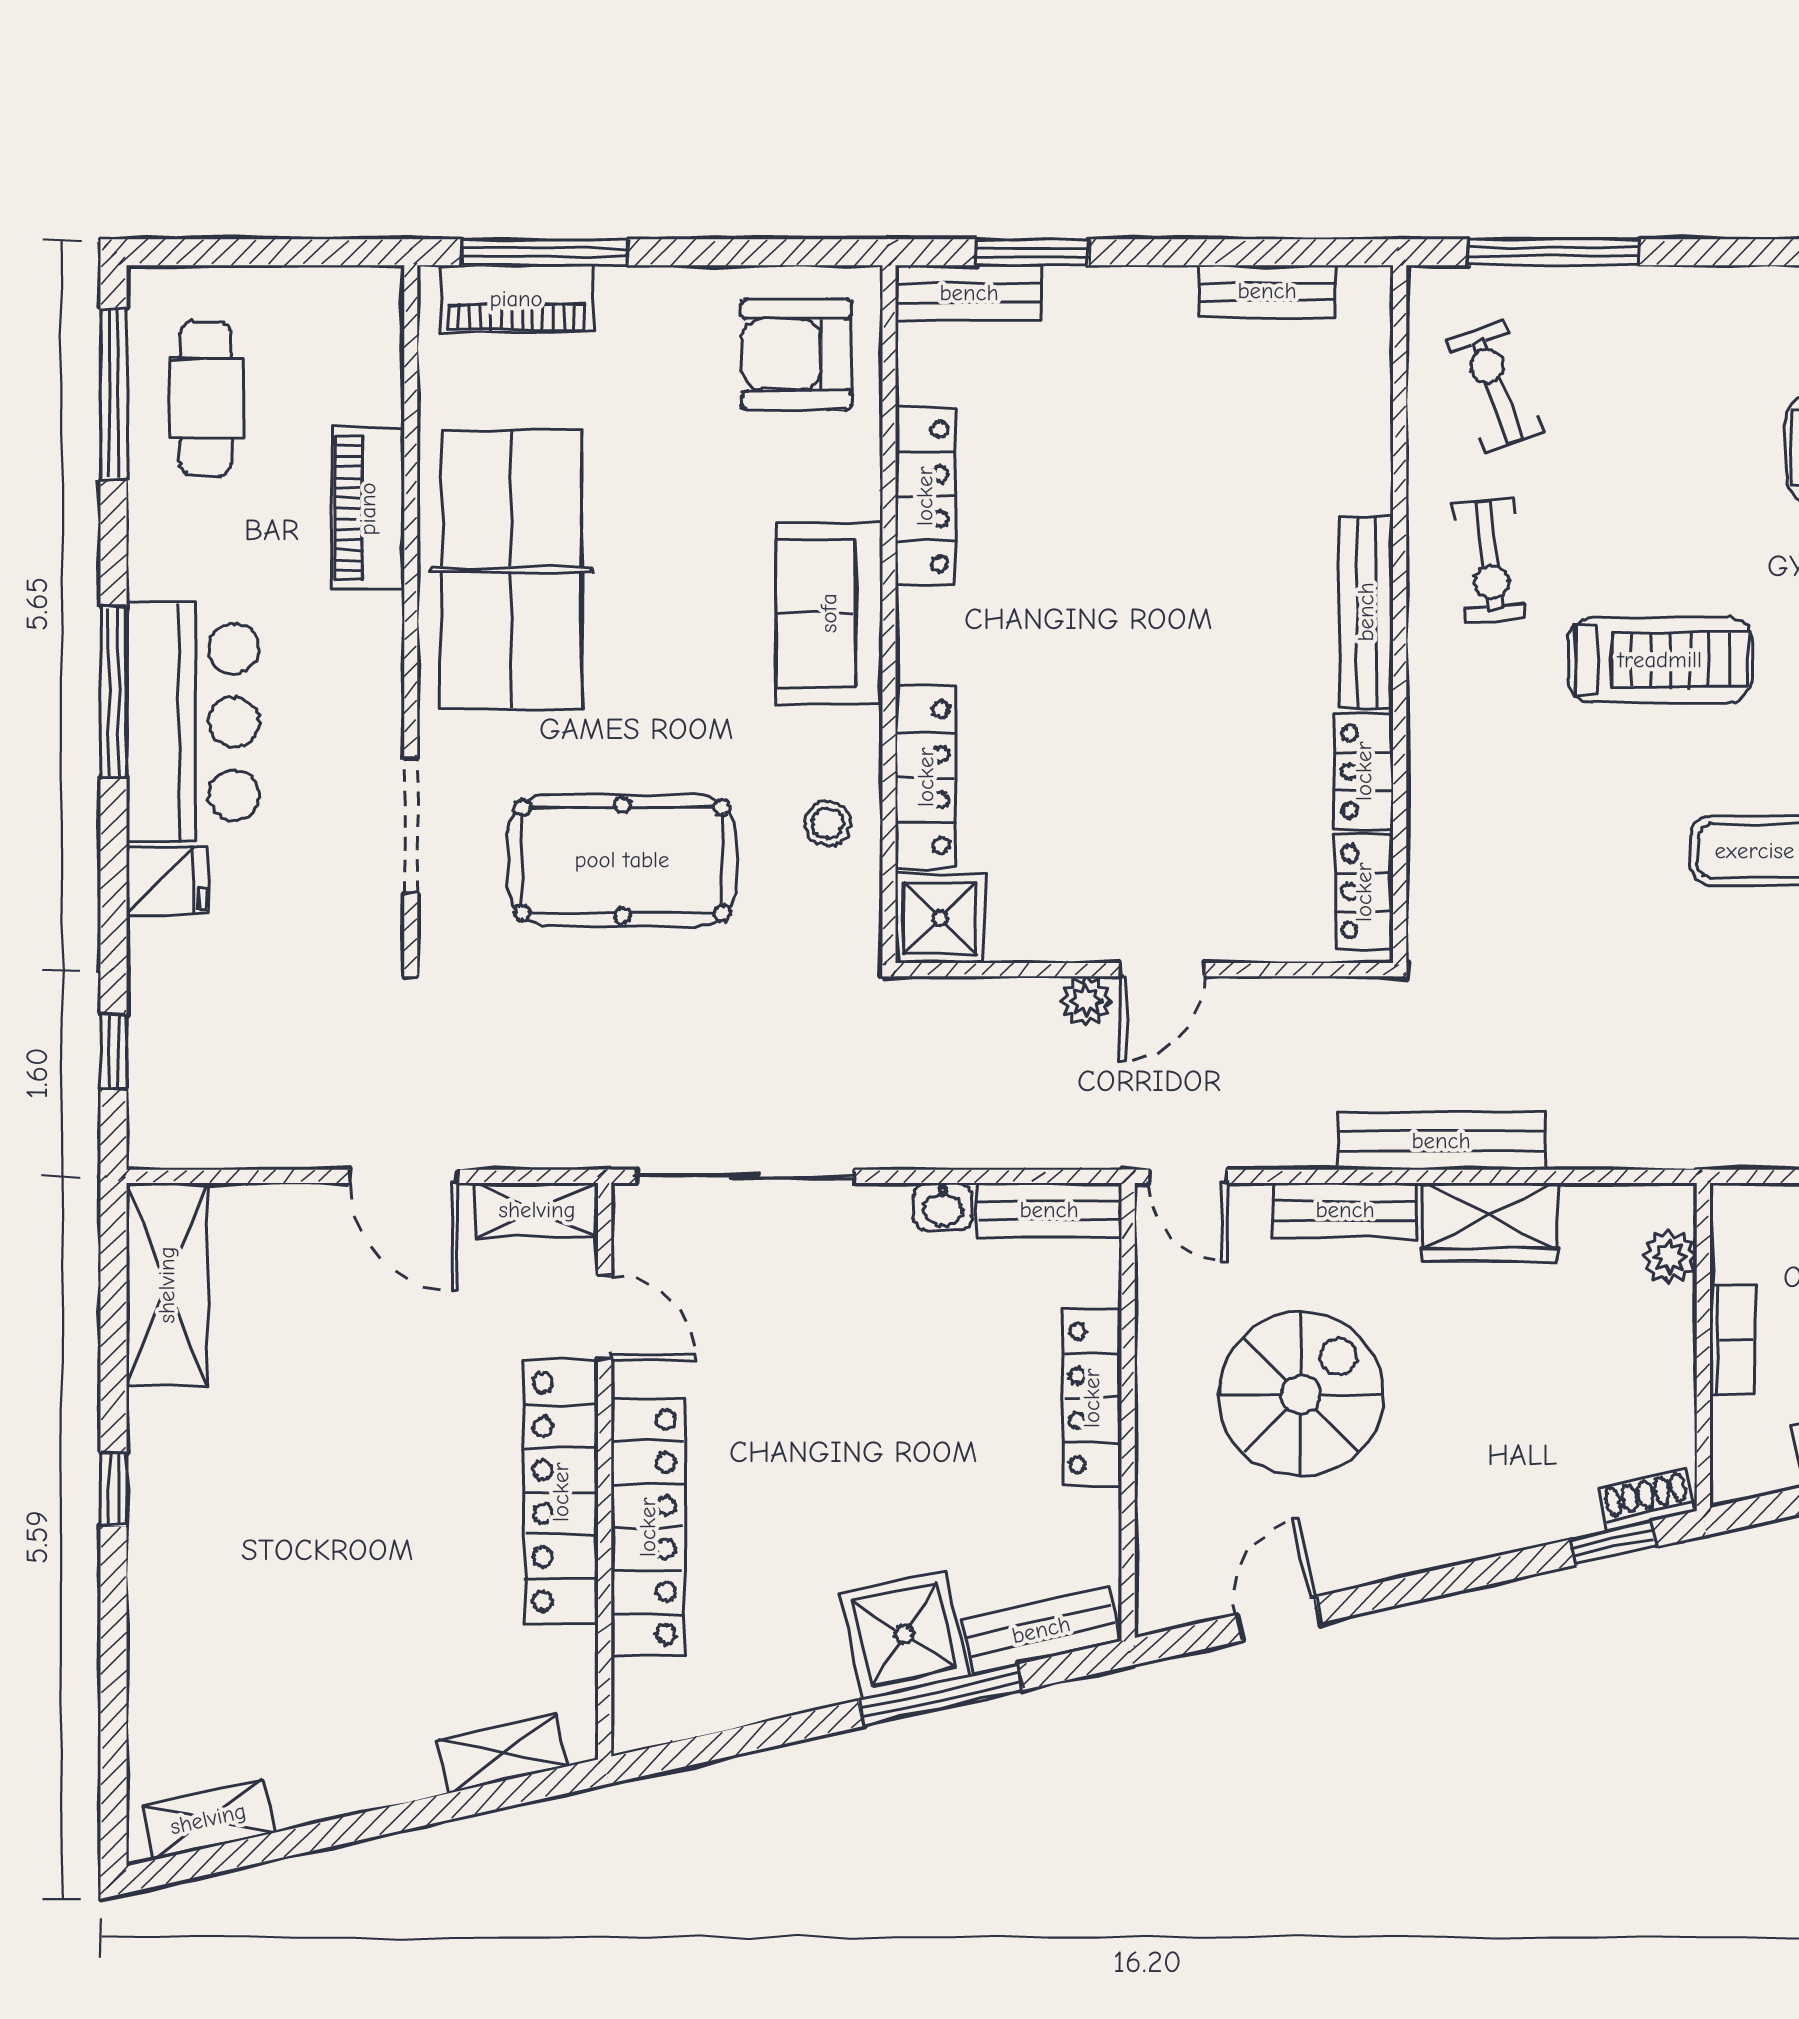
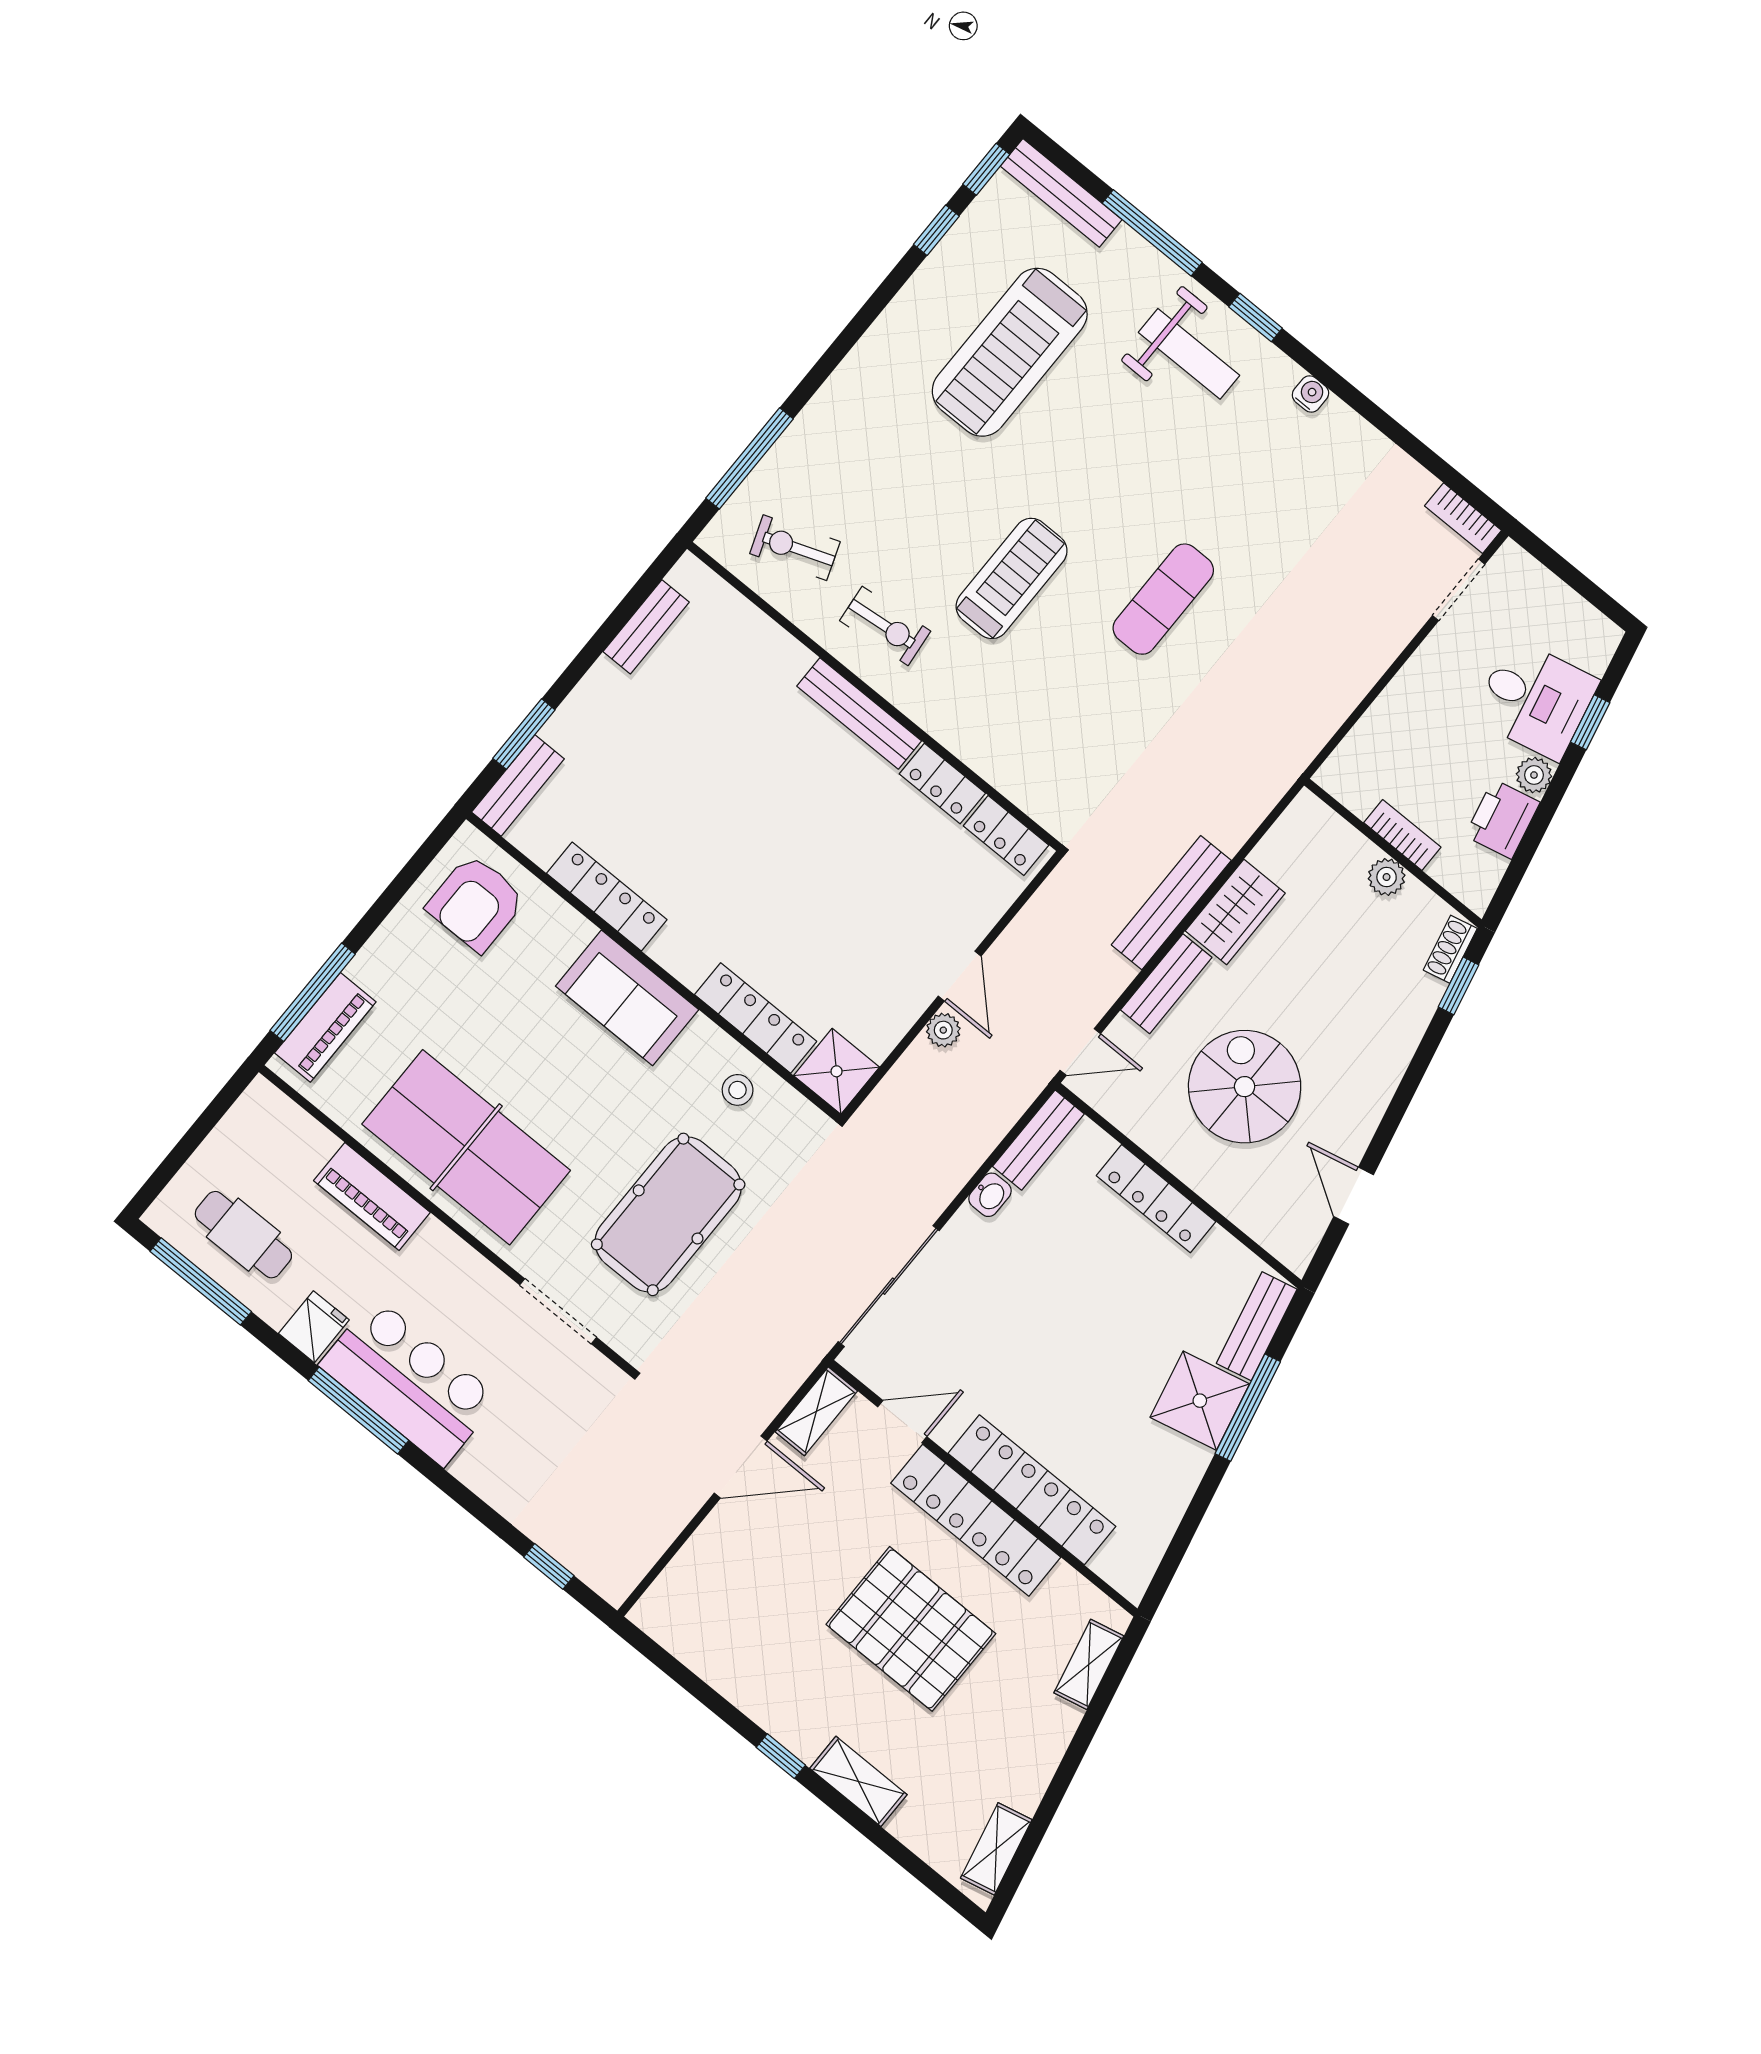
fridge: (167, 881) -> (314, 1327), moved
plant: (1670, 1257) -> (1387, 877), moved
shelving: (167, 1285) -> (858, 1781), moved, width x0.67, depth x0.75
pallet: (378, 1519) -> (911, 1629), added

